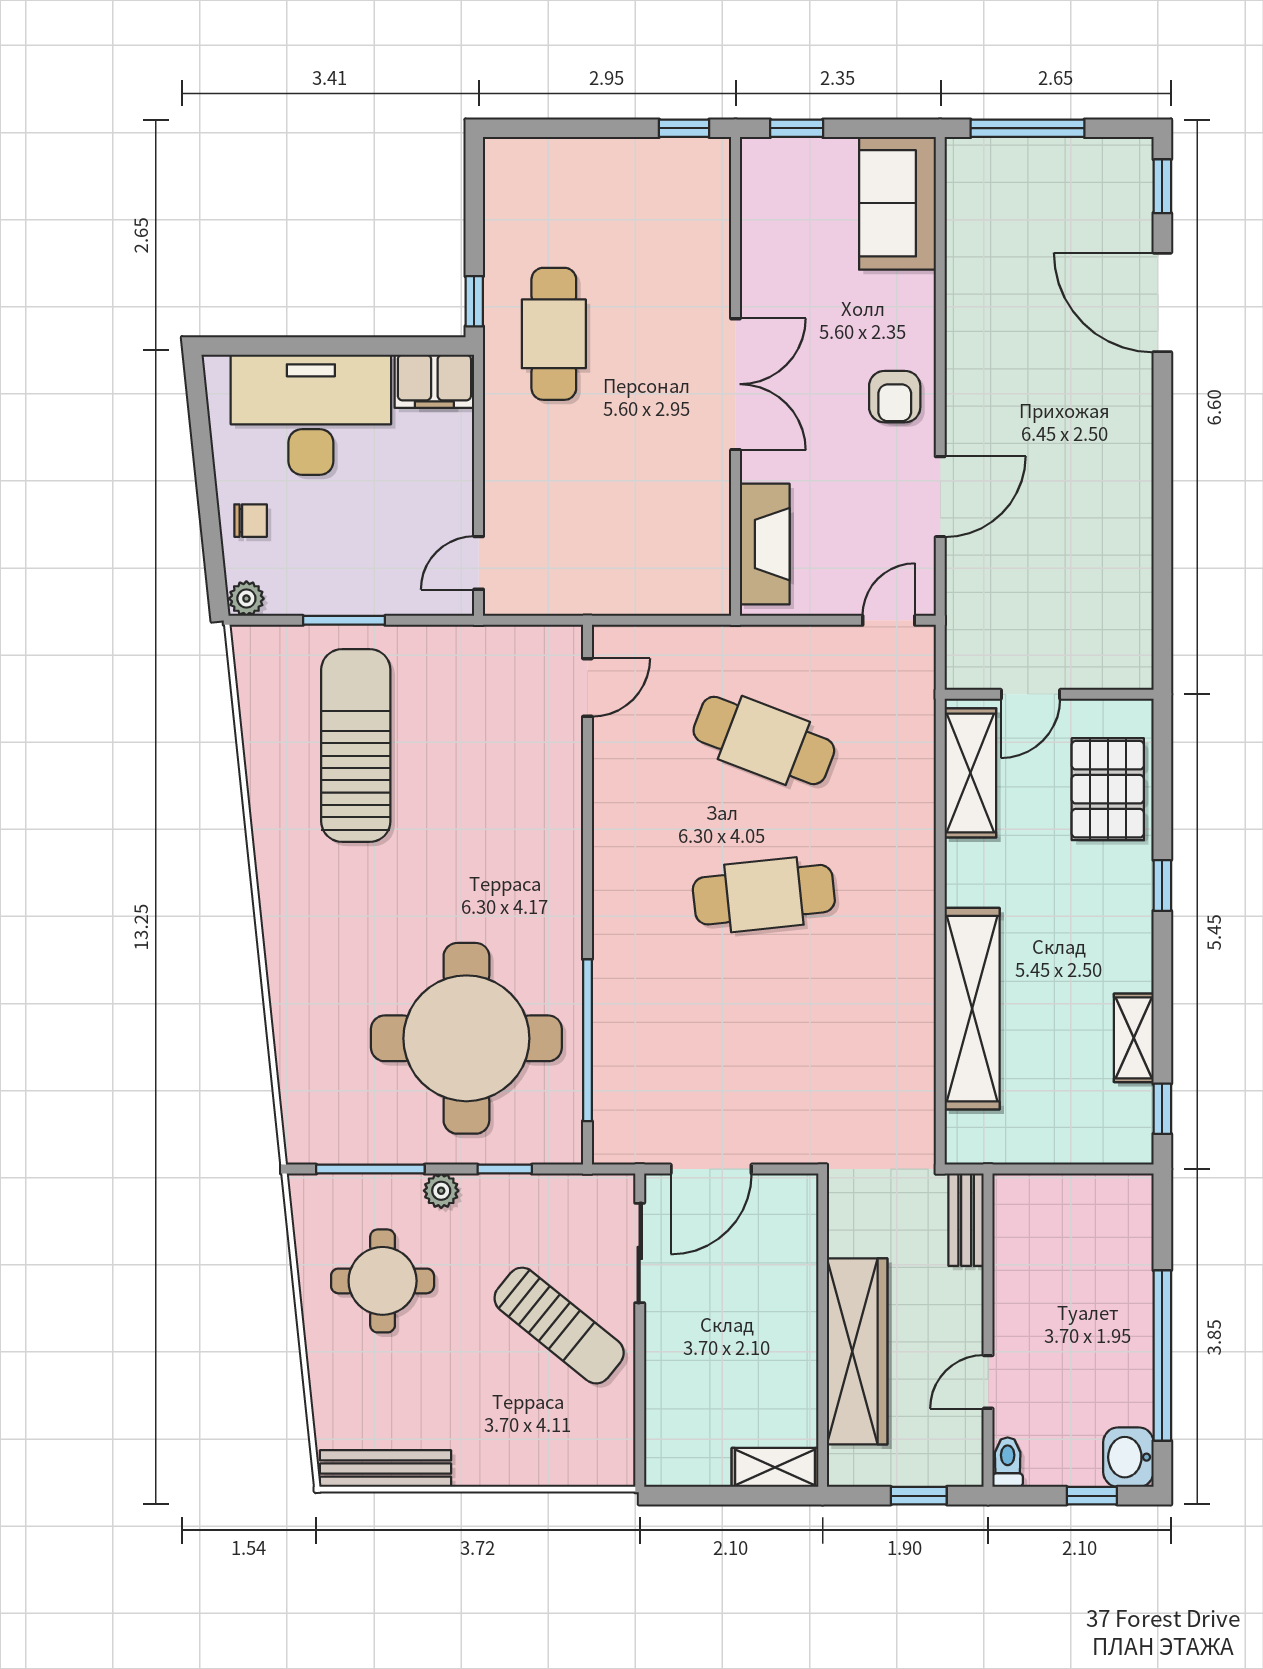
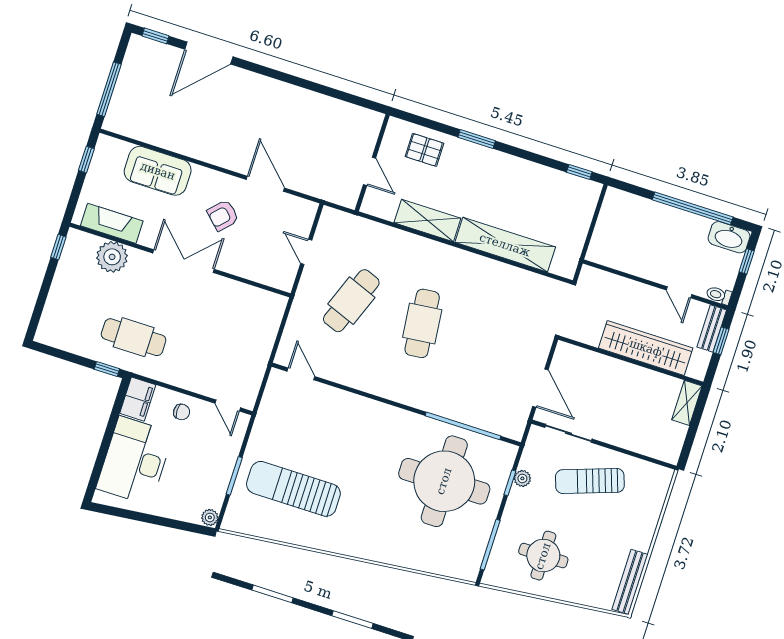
window: (797, 128) -> (86, 160), moved
sofa: (897, 203) -> (158, 171), moved
plant: (699, 240) -> (112, 257), added
armchair: (895, 397) -> (223, 215), moved, turned 134
chair: (251, 521) -> (182, 412), moved, turned 90
fireplace: (765, 544) -> (112, 223), moved
door: (889, 620) -> (306, 252), moved
shelving: (970, 773) -> (427, 220), moved
pallet: (1108, 789) -> (424, 150), width x0.67, depth x0.71
window: (1162, 885) -> (477, 139), width x1.50
shelving: (1134, 1038) -> (542, 175), removed
plant: (441, 1191) -> (522, 478), moved
bench: (966, 1220) -> (712, 328), moved, turned 90
sun lounger: (559, 1326) -> (590, 481), turned -148
washbasin: (1128, 1457) -> (729, 237), width x1.38

